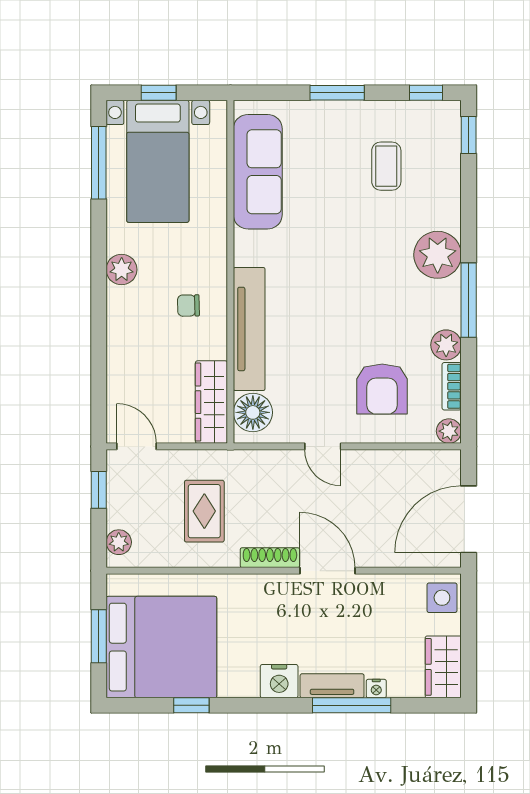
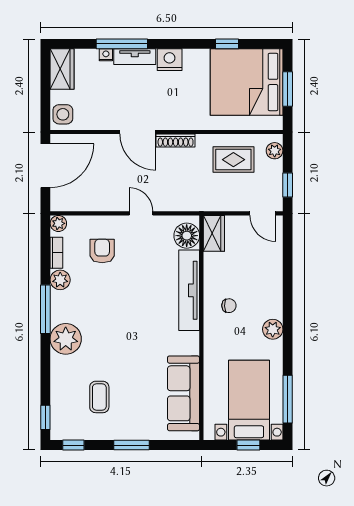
armchair: (382, 389) -> (102, 251), width x0.72, depth x0.72
wardrobe: (211, 402) -> (214, 233), width x0.67
rug: (204, 511) -> (233, 160), moved, turned 90

